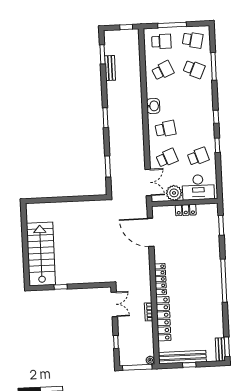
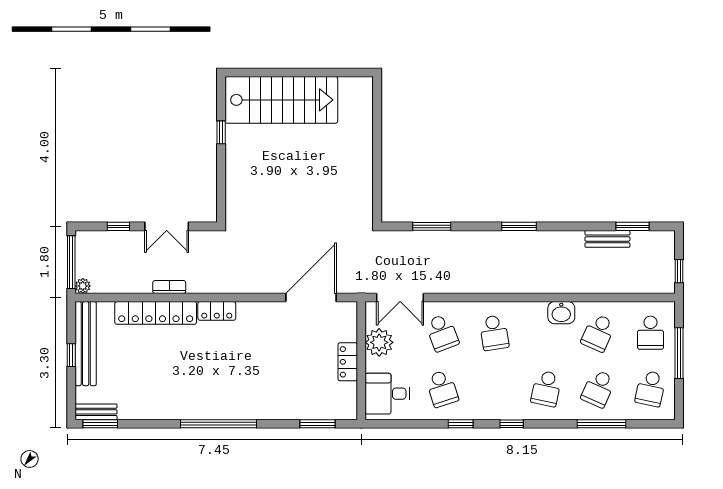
school desk: (163, 71) -> (598, 333), turned 48
school desk: (195, 98) -> (546, 389), added
washbasin: (153, 106) -> (561, 313), moved
desk: (198, 187) -> (387, 394), width x0.73
locker: (160, 279) -> (217, 311), width x0.66
double door: (114, 304) -> (167, 226), moved

